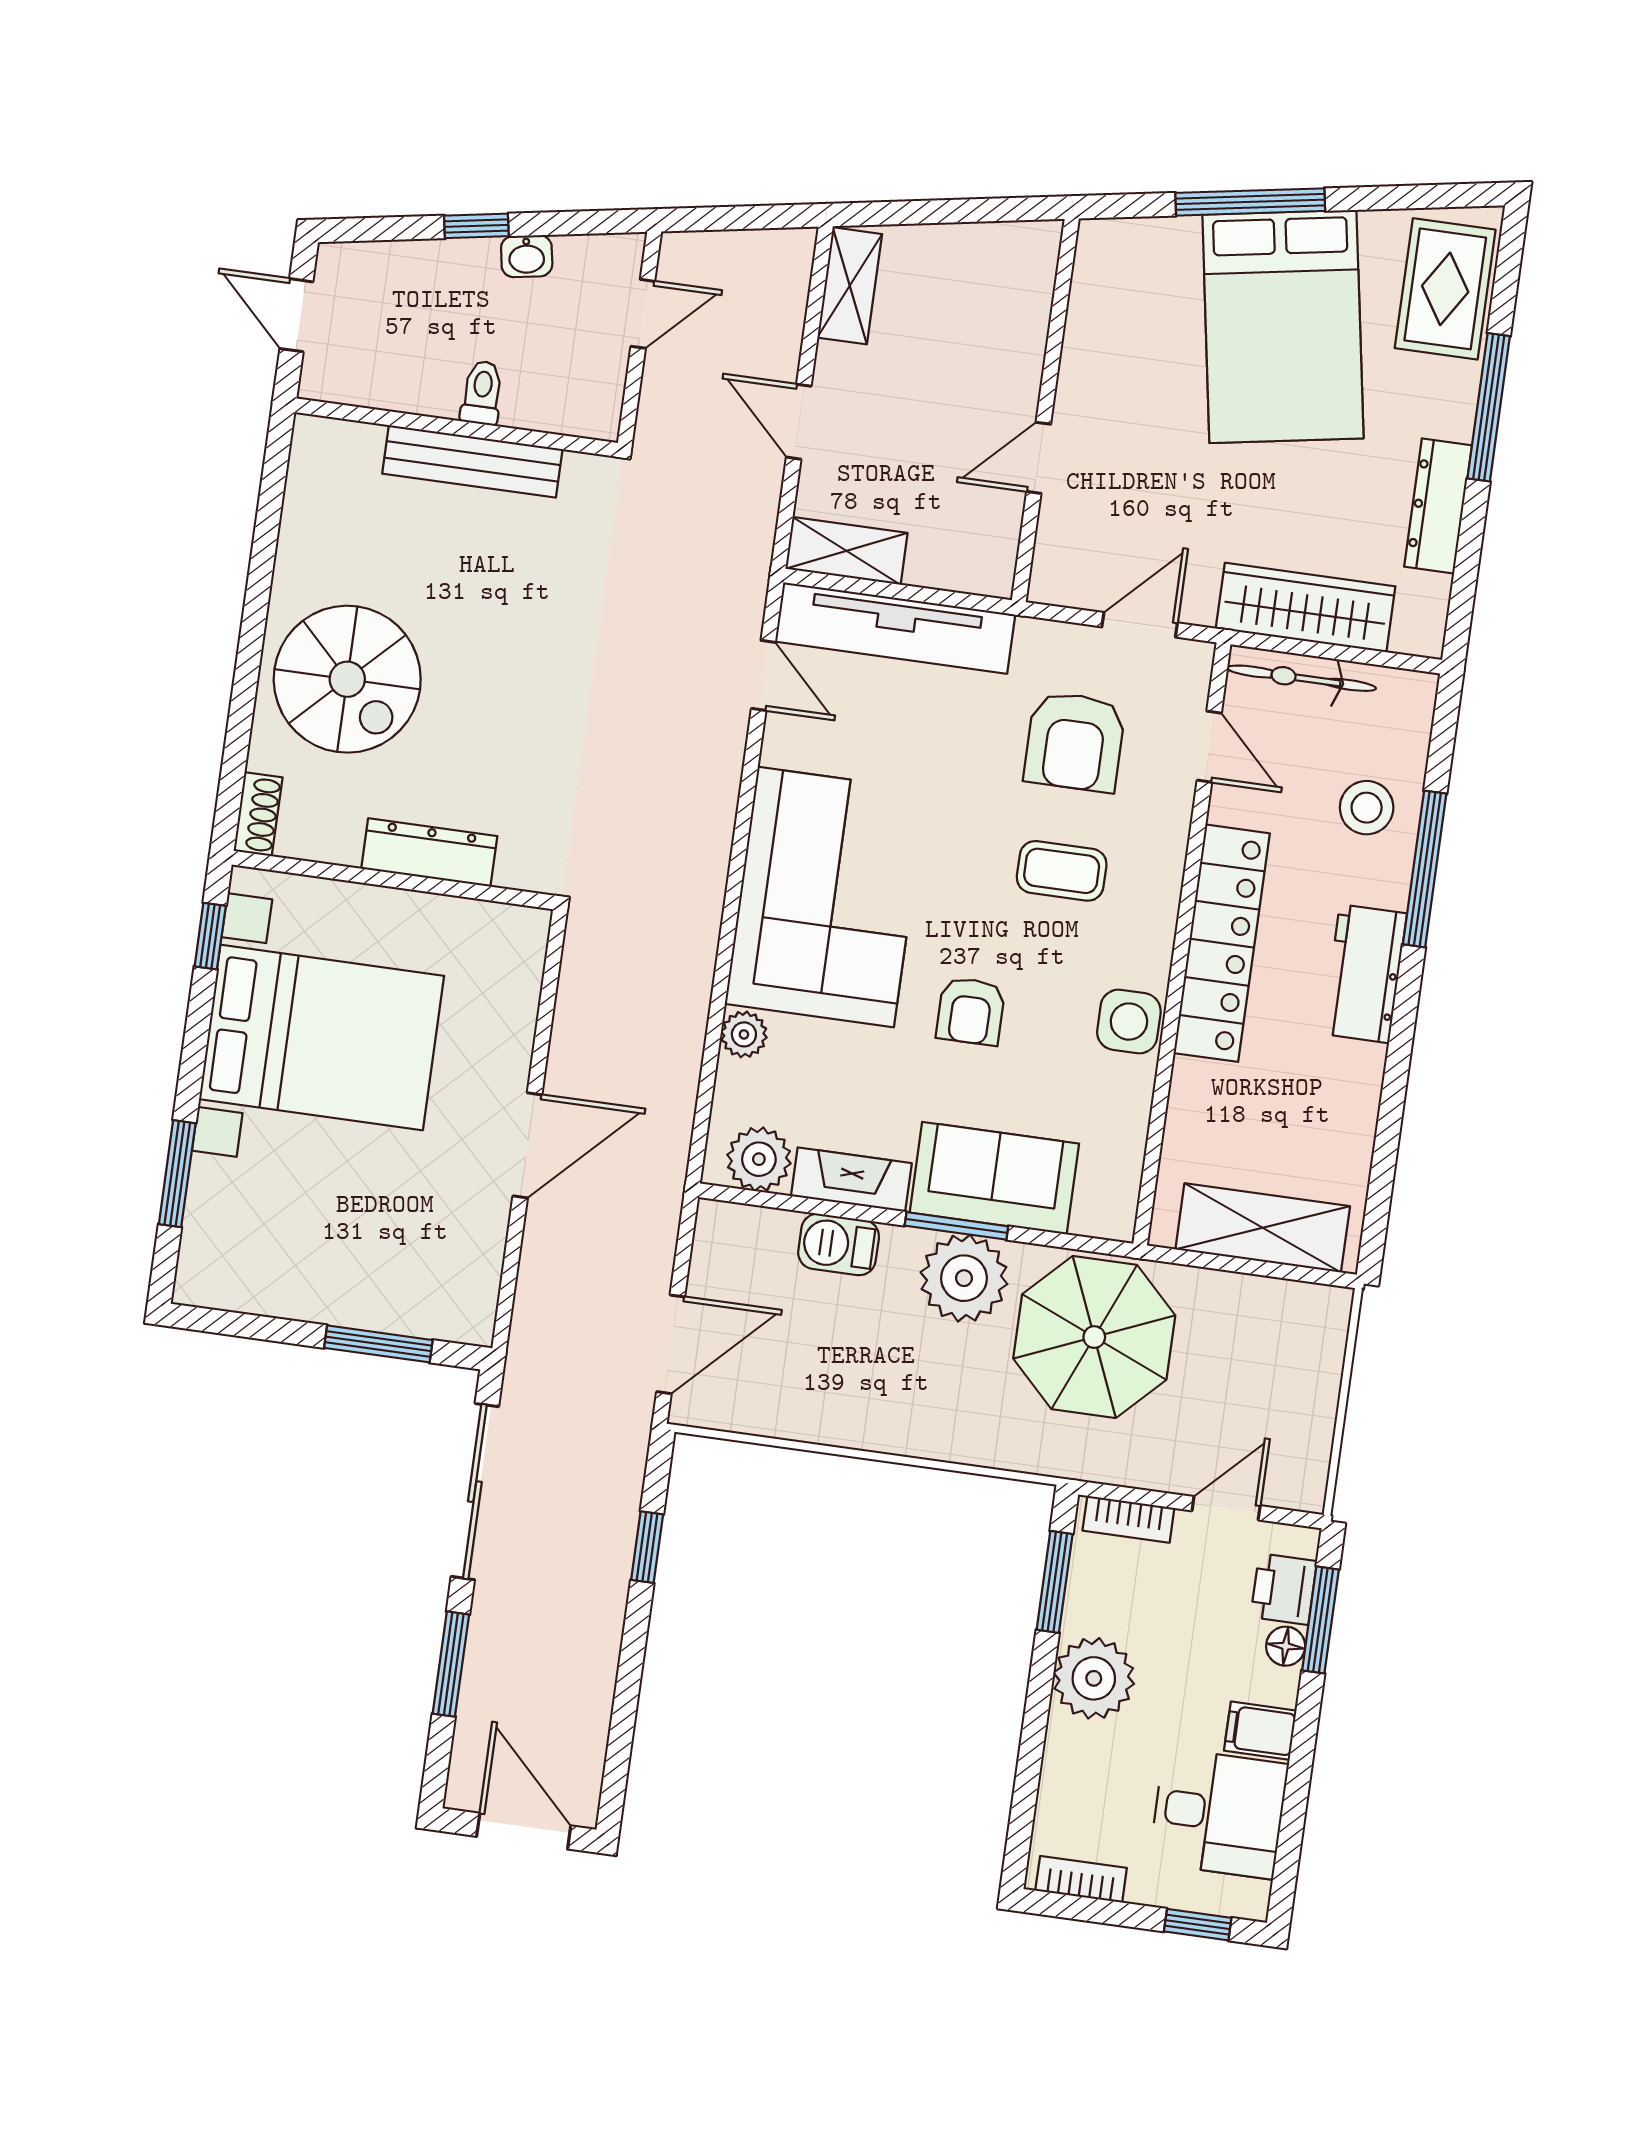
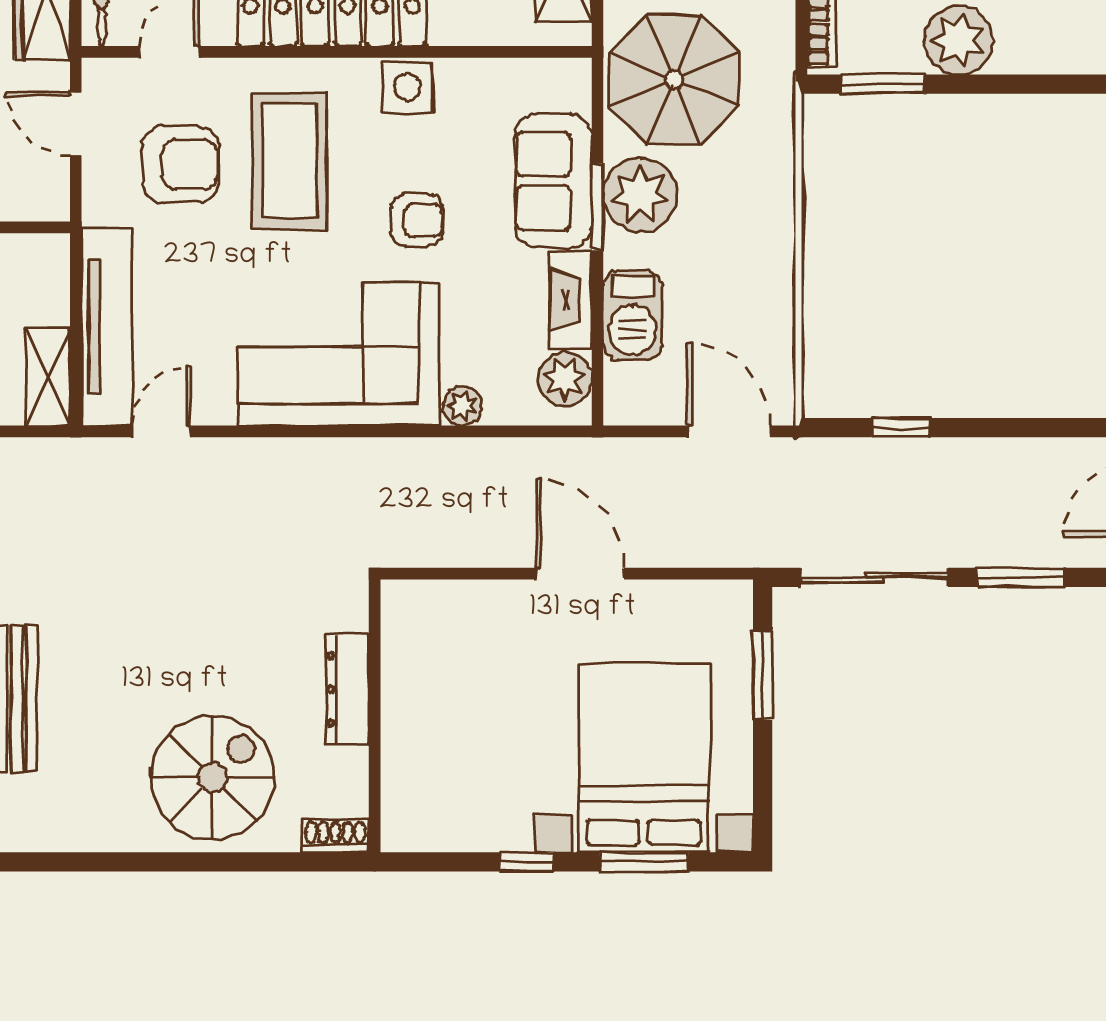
coffee table: (1062, 871) -> (290, 160), width x1.86, depth x1.72
window: (210, 936) -> (526, 862), moved
bed with nightstands: (322, 1037) -> (644, 757), moved
barbecue: (839, 1244) -> (633, 315), width x1.38, depth x1.27

